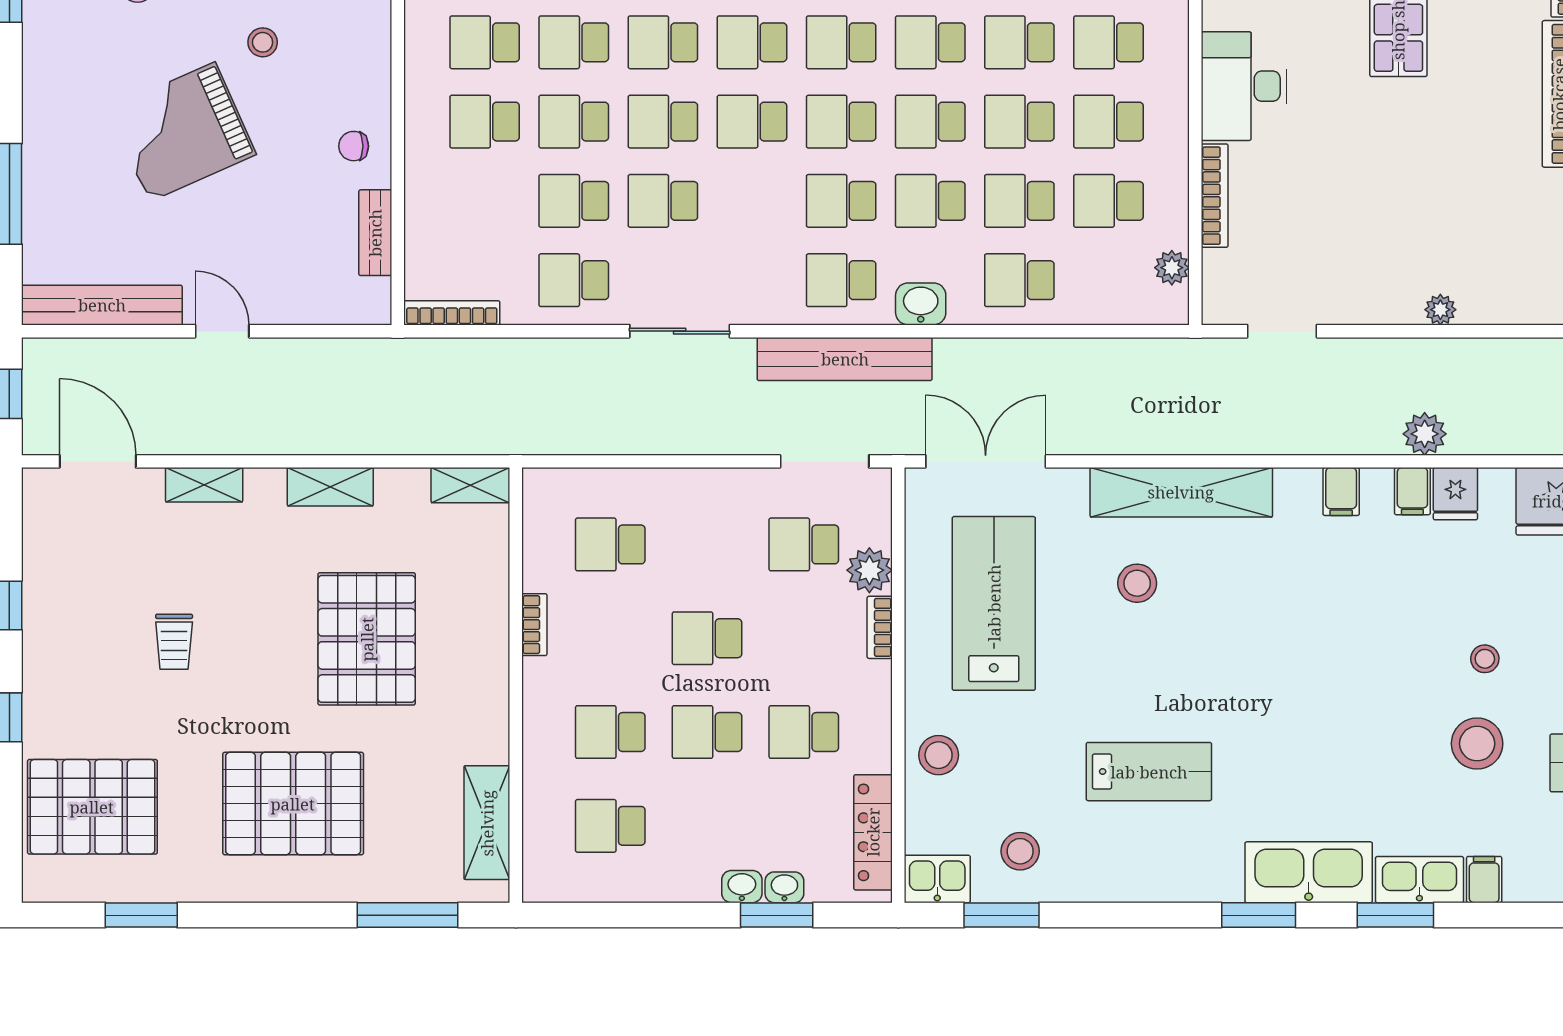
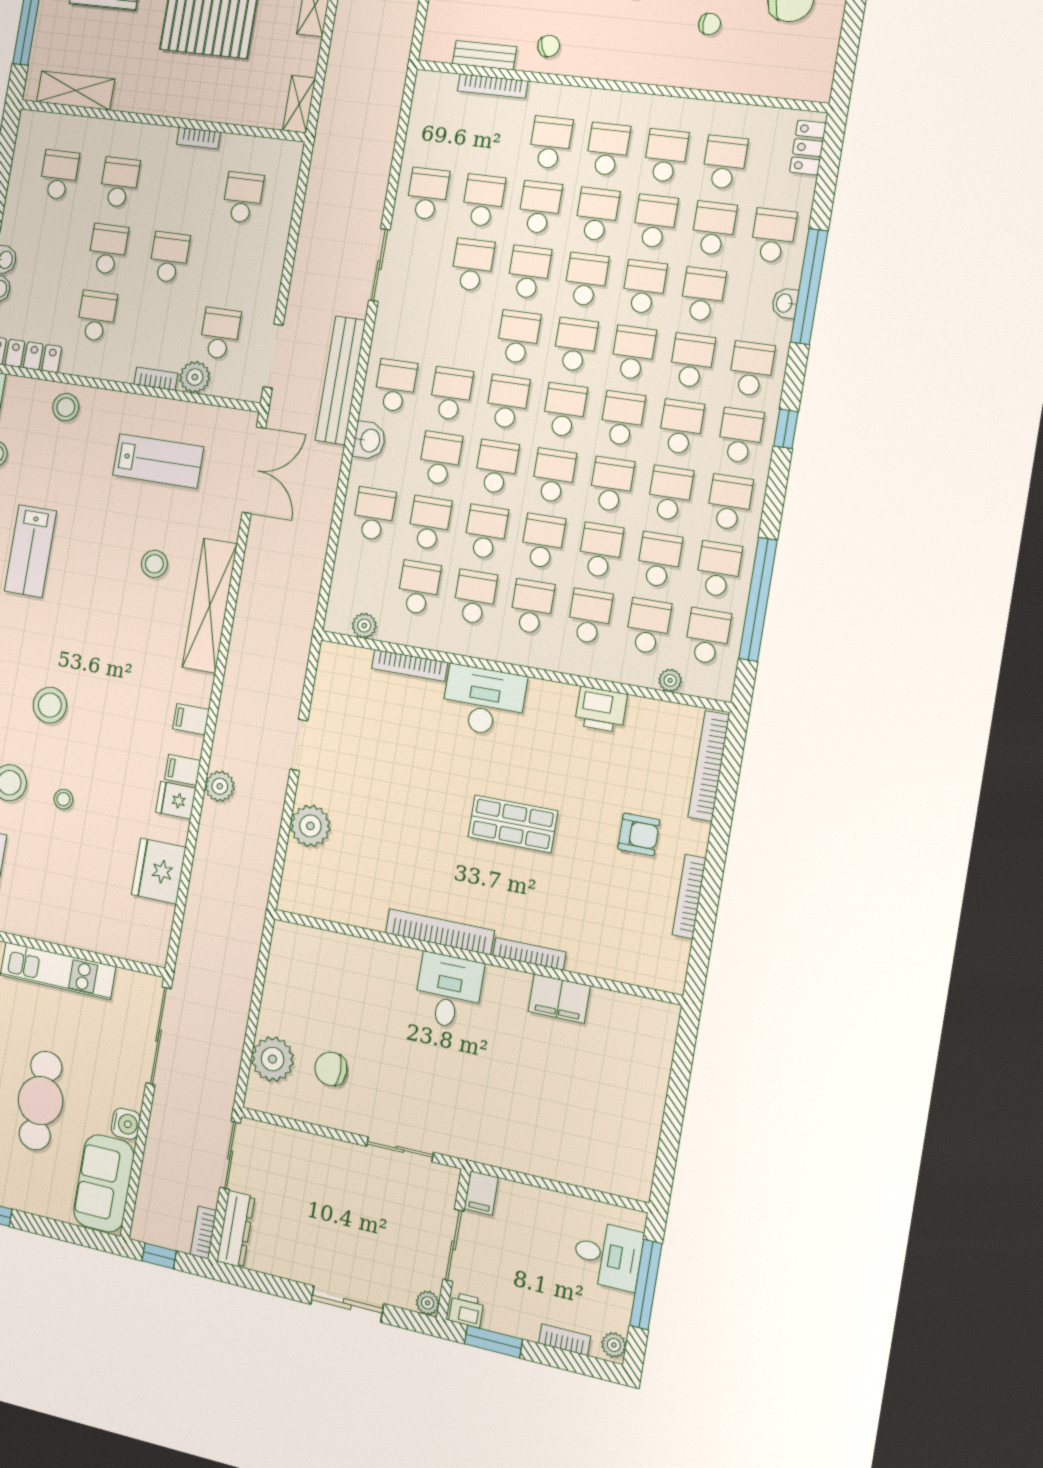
chair: (354, 146) -> (549, 46), turned 68
plant: (1440, 310) -> (310, 826), width x1.88, depth x1.88
bookcase: (452, 313) -> (493, 86), moved, turned 90
doorway: (1282, 331) -> (299, 745), moved
lab bench: (994, 603) -> (158, 461), width x0.73, depth x0.72
stool: (1359, 703) -> (50, 705), added

